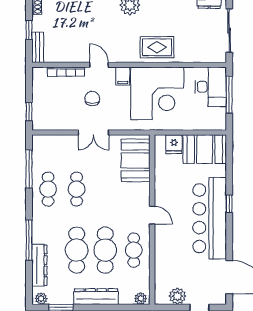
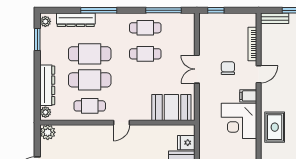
corner desk: (157, 93) -> (239, 121), width x0.74, depth x0.74
chair: (92, 99) -> (228, 68), turned -90
plant: (177, 296) -> (48, 132), moved
dresser: (96, 297) -> (47, 85), moved

